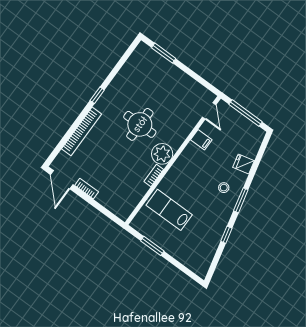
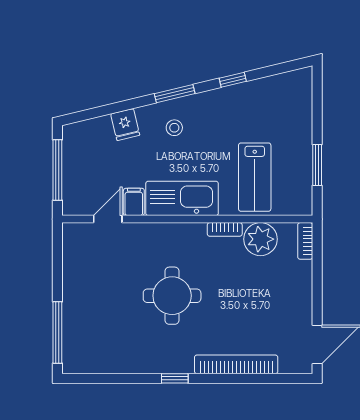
window: (164, 53) -> (57, 332), width x1.44
door: (209, 111) -> (108, 219), moved
plant: (162, 154) -> (260, 239), moved
kitchen sink: (185, 165) -> (182, 198), added
bookcase: (87, 189) -> (305, 241), moved

